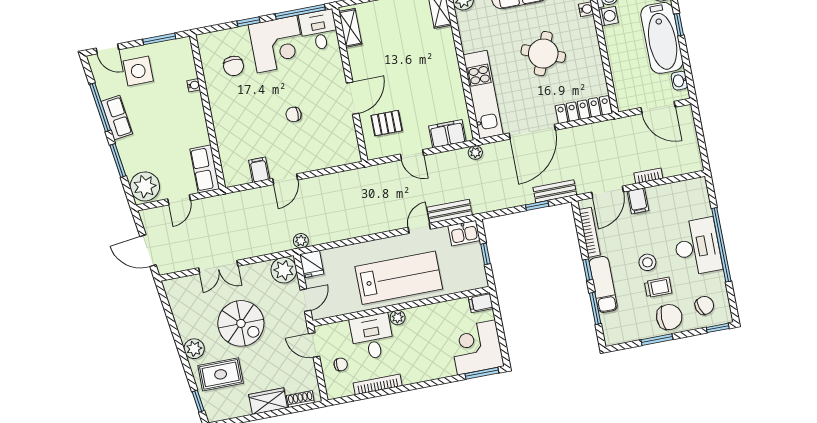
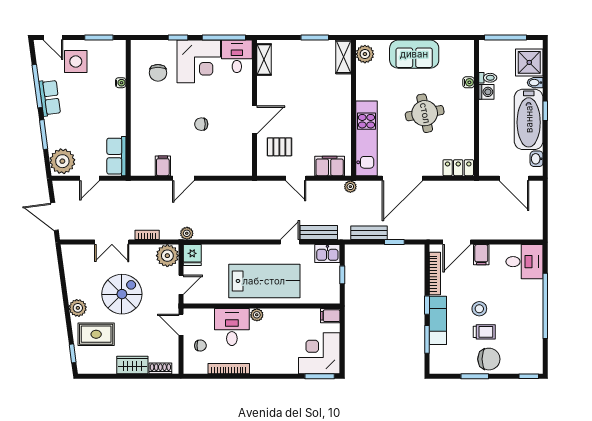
round table: (543, 54) -> (425, 113), turned -33
locker: (583, 110) -> (458, 168), width x0.66
bookcase: (648, 176) -> (147, 235), moved
bench: (555, 191) -> (369, 233), moved
desk: (697, 247) -> (524, 262), moved, width x0.73
chair: (704, 305) -> (521, 355), removed
spiral stairs: (241, 323) -> (122, 294), turned -90

